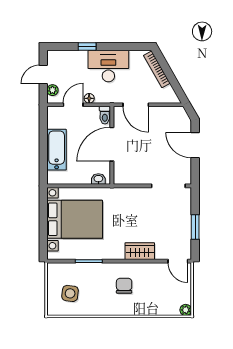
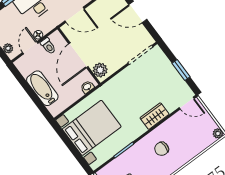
toilet: (105, 115) -> (48, 46), moved
plant: (122, 172) -> (100, 70), added
chair: (124, 286) -> (162, 149), turned -90

